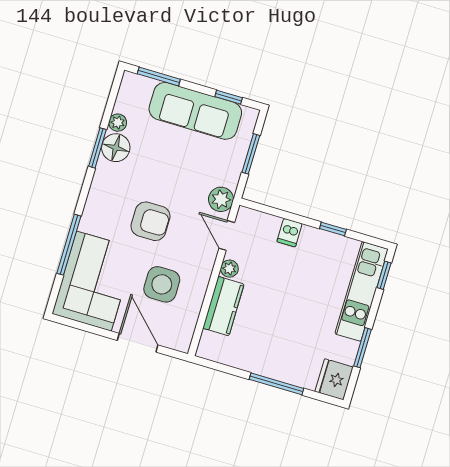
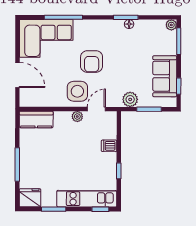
sofa: (195, 111) -> (165, 76), width x0.73
plant: (118, 123) -> (171, 25), moved
floor lamp: (116, 148) -> (129, 24), width x0.53, depth x0.53
plant: (221, 199) -> (130, 99), moved
side table: (162, 284) -> (77, 91), moved
kitchen counter: (223, 306) -> (36, 119), moved
door: (138, 343) -> (17, 75), hinge flipped

